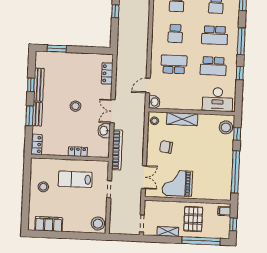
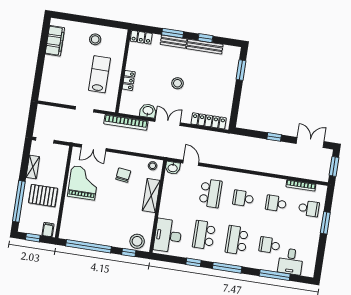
locker: (107, 73) -> (209, 121), width x1.53
stool: (98, 224) -> (50, 93), removed

